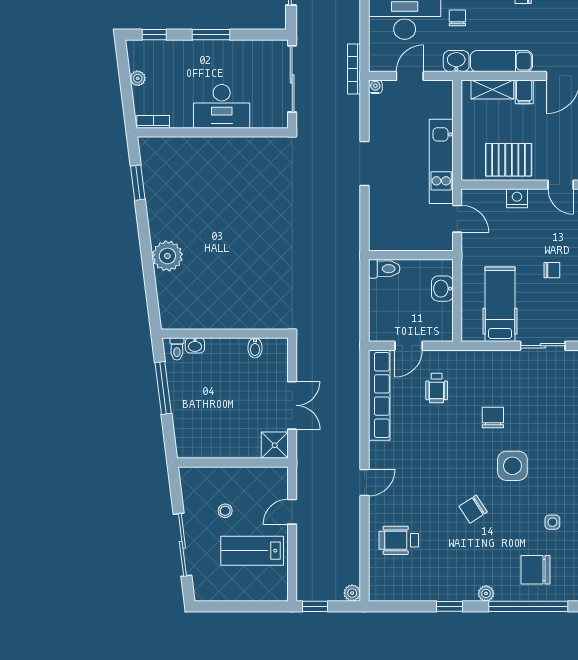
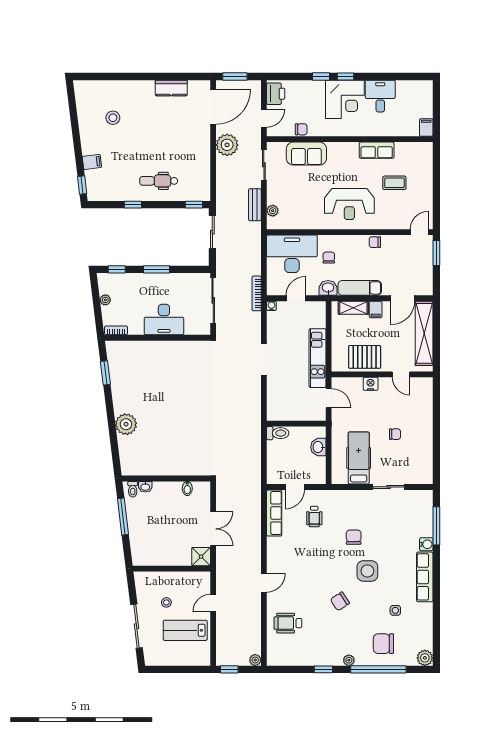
row of seats: (379, 395) -> (274, 513), width x0.73

